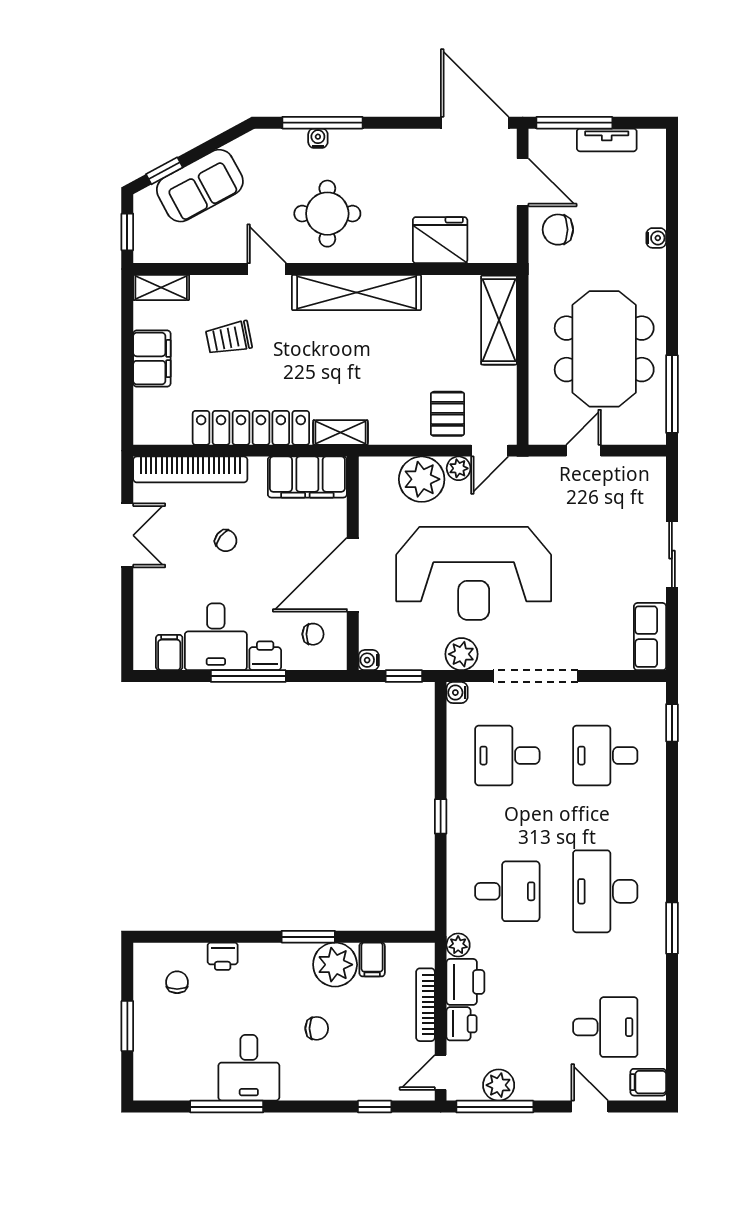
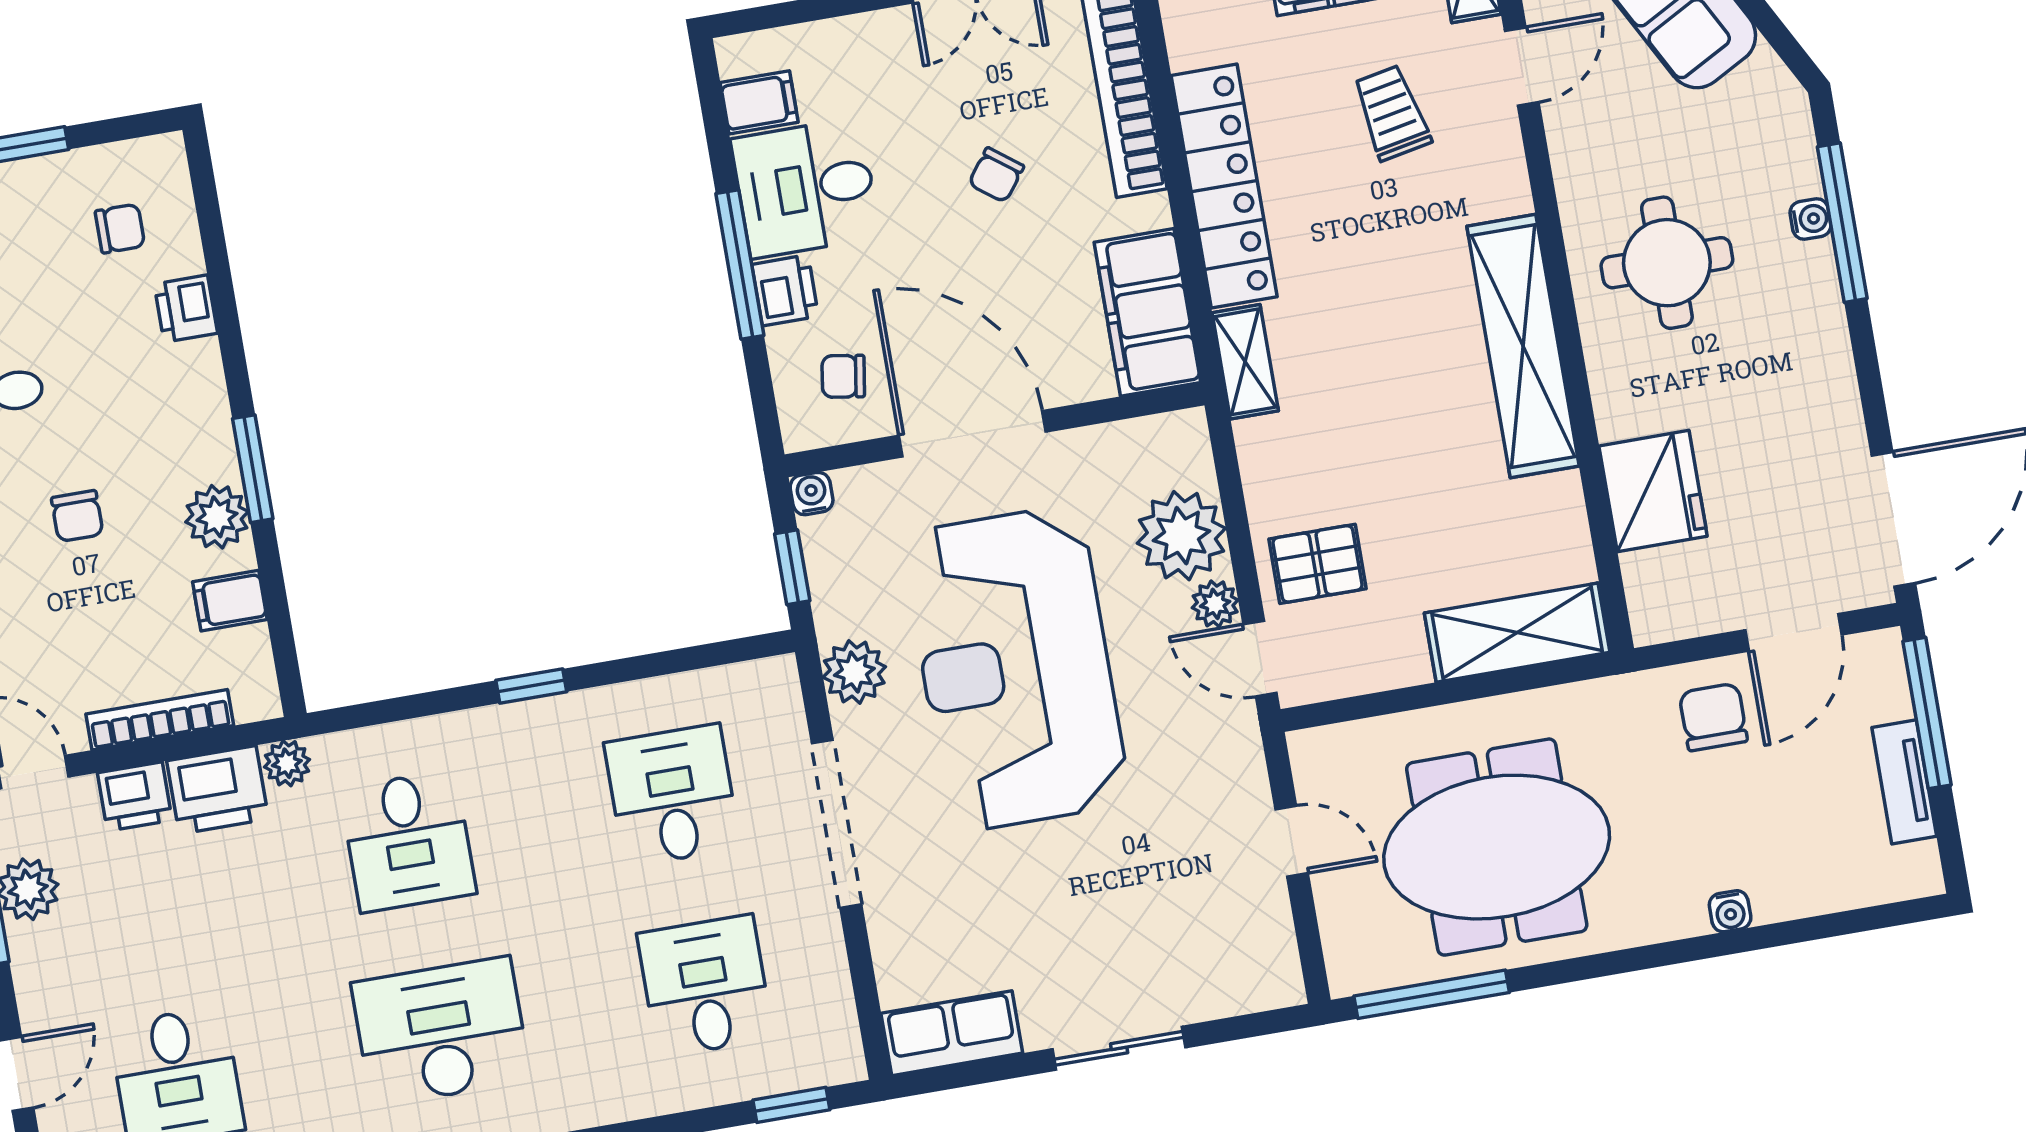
door: (267, 269) -> (1522, 66), moved
chair: (313, 634) -> (843, 376), turned 99
water cooler: (457, 693) -> (778, 676), removed
plant: (335, 965) -> (217, 517), width x0.73, depth x0.73

